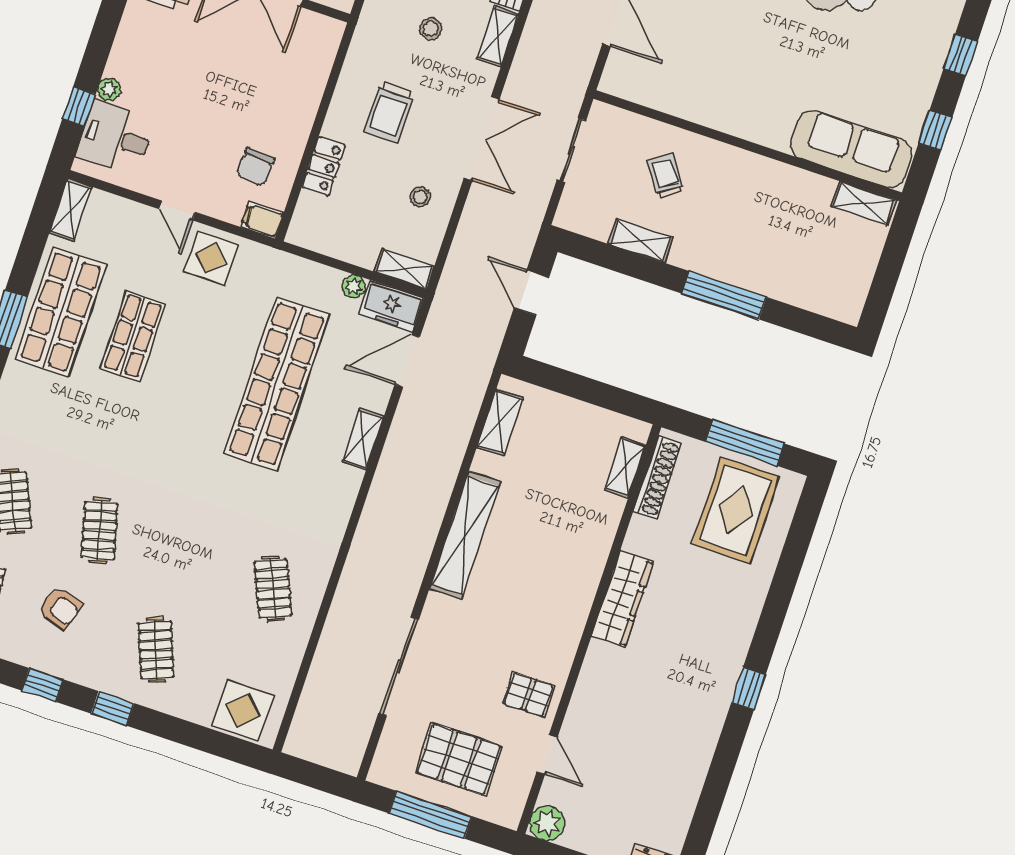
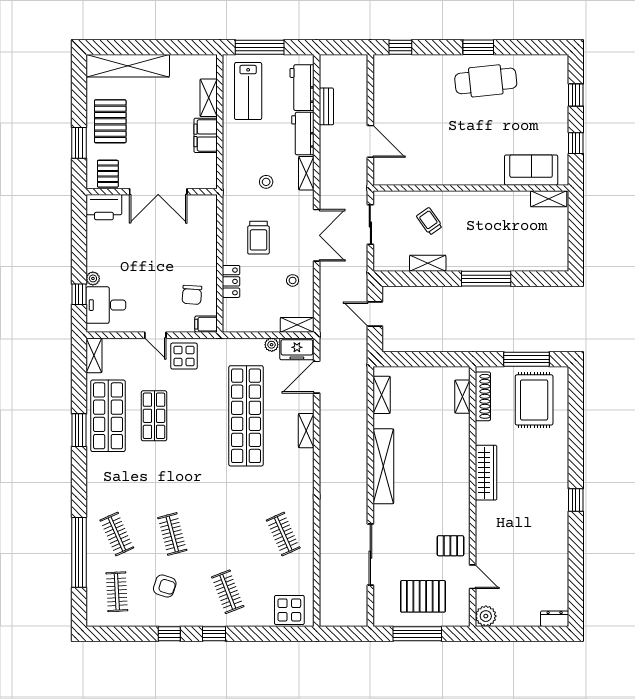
sofa: (851, 149) -> (531, 170), width x0.73

